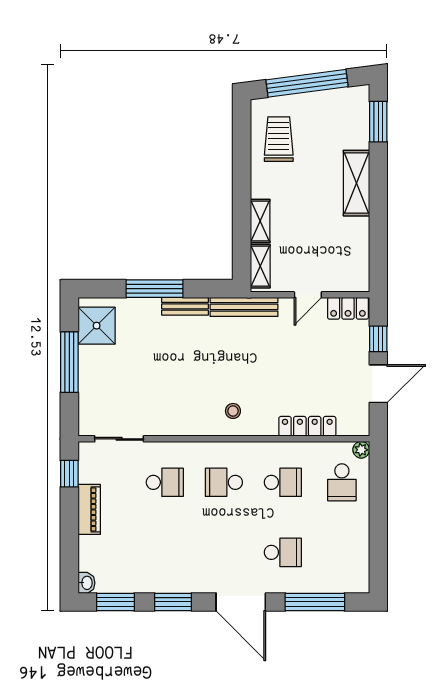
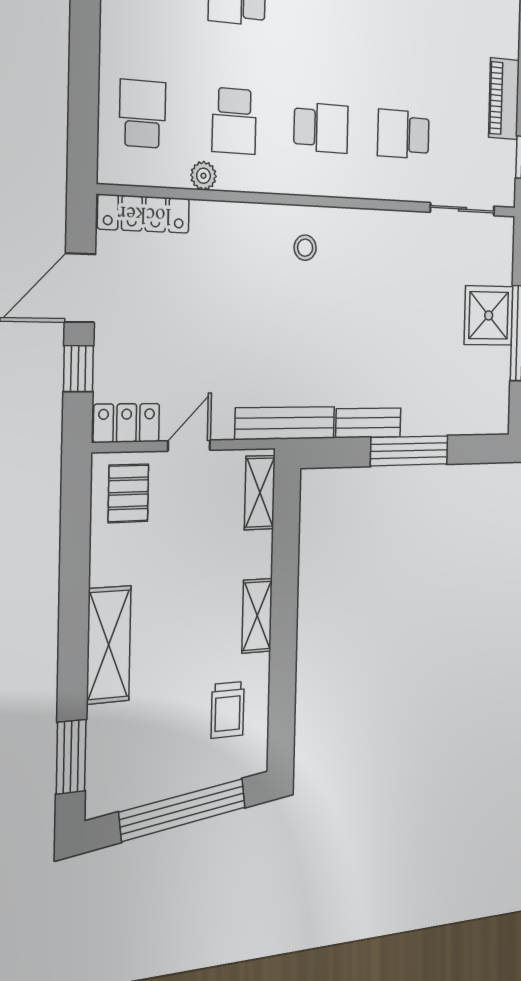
trolley: (279, 139) -> (228, 710), width x0.73, depth x0.72
shelving: (260, 221) -> (257, 616), moved
pallet: (346, 268) -> (128, 493), added
shower: (97, 326) -> (489, 315), moved
locker: (307, 426) -> (144, 214), moved
plant: (361, 450) -> (203, 176), moved
school desk: (283, 482) -> (234, 121), turned -90

